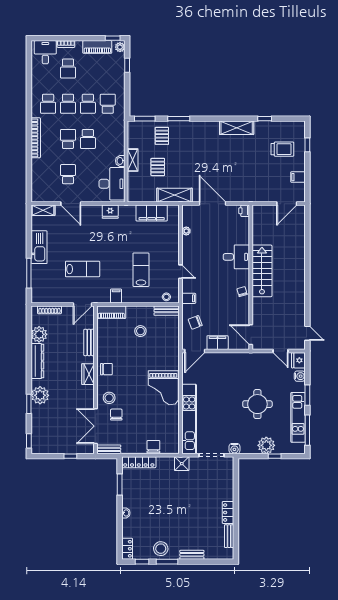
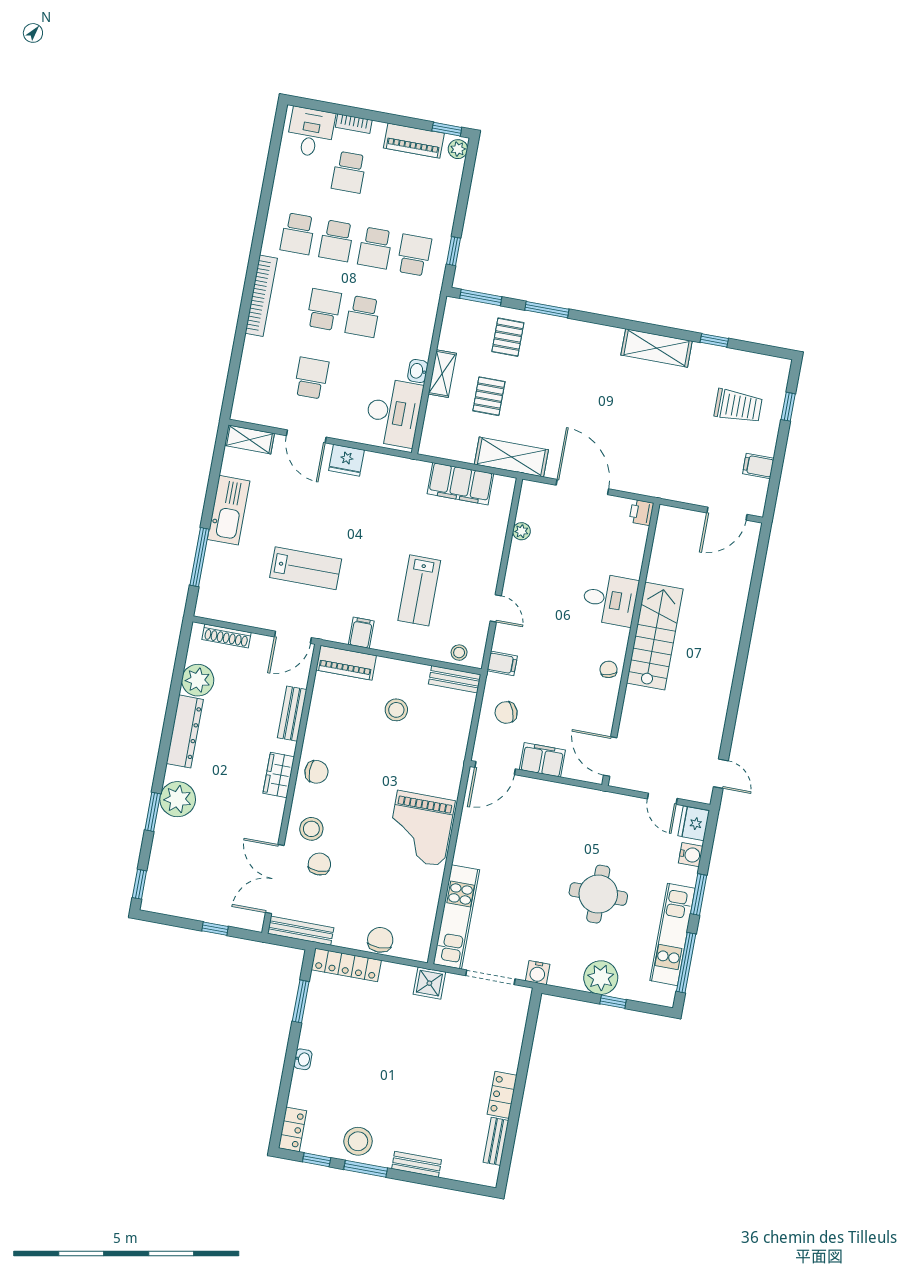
window: (127, 65) -> (453, 251), moved
fridge: (110, 212) -> (346, 460), moved
lab bench: (141, 270) -> (419, 590), turned 180
kitchen unit: (189, 419) -> (456, 917), width x0.73
bench: (109, 449) -> (301, 931), width x1.36

